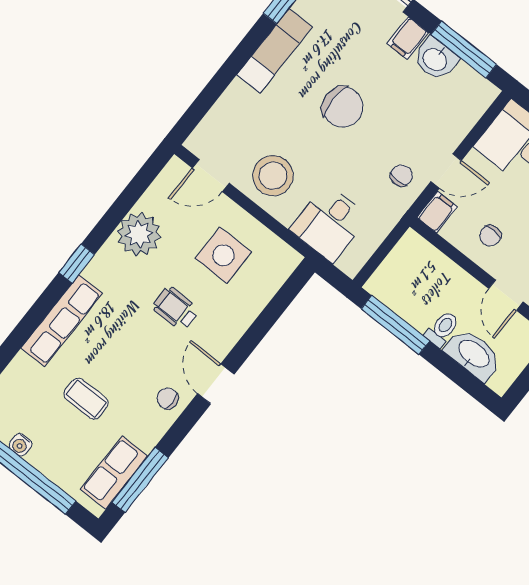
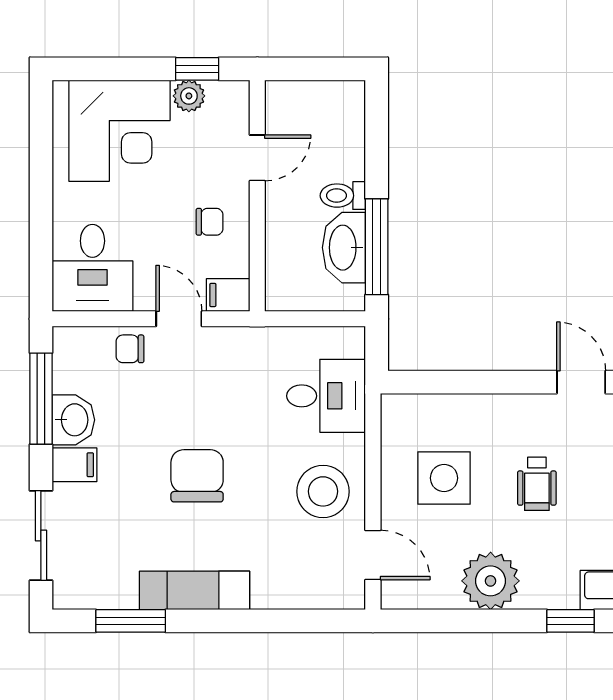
chair: (401, 176) -> (130, 349), moved
washbasin: (473, 354) -> (344, 248), moved
door: (216, 384) -> (581, 382), swing flipped

